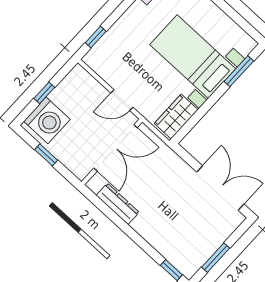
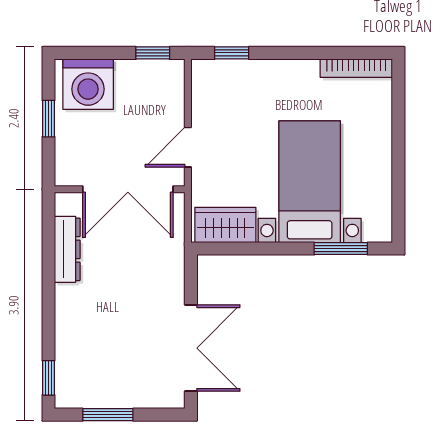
window: (44, 93) -> (153, 53), moved
door: (122, 100) -> (188, 147), hinge flipped

